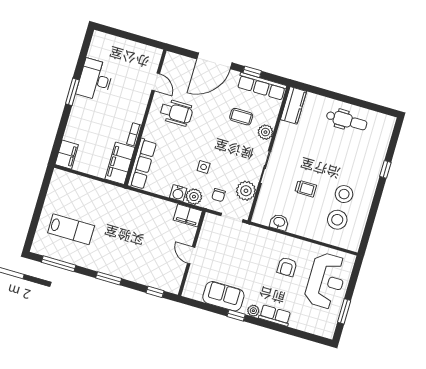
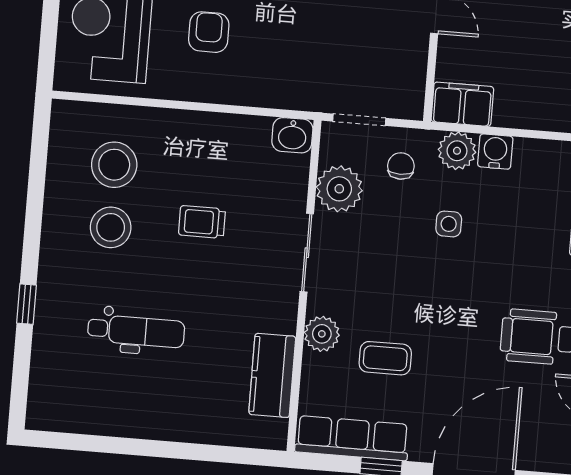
kitchen counter: (293, 105) -> (272, 375), moved
dental chair: (347, 120) -> (136, 331), moved, turned 180
washbasin: (279, 222) -> (292, 135), moved

